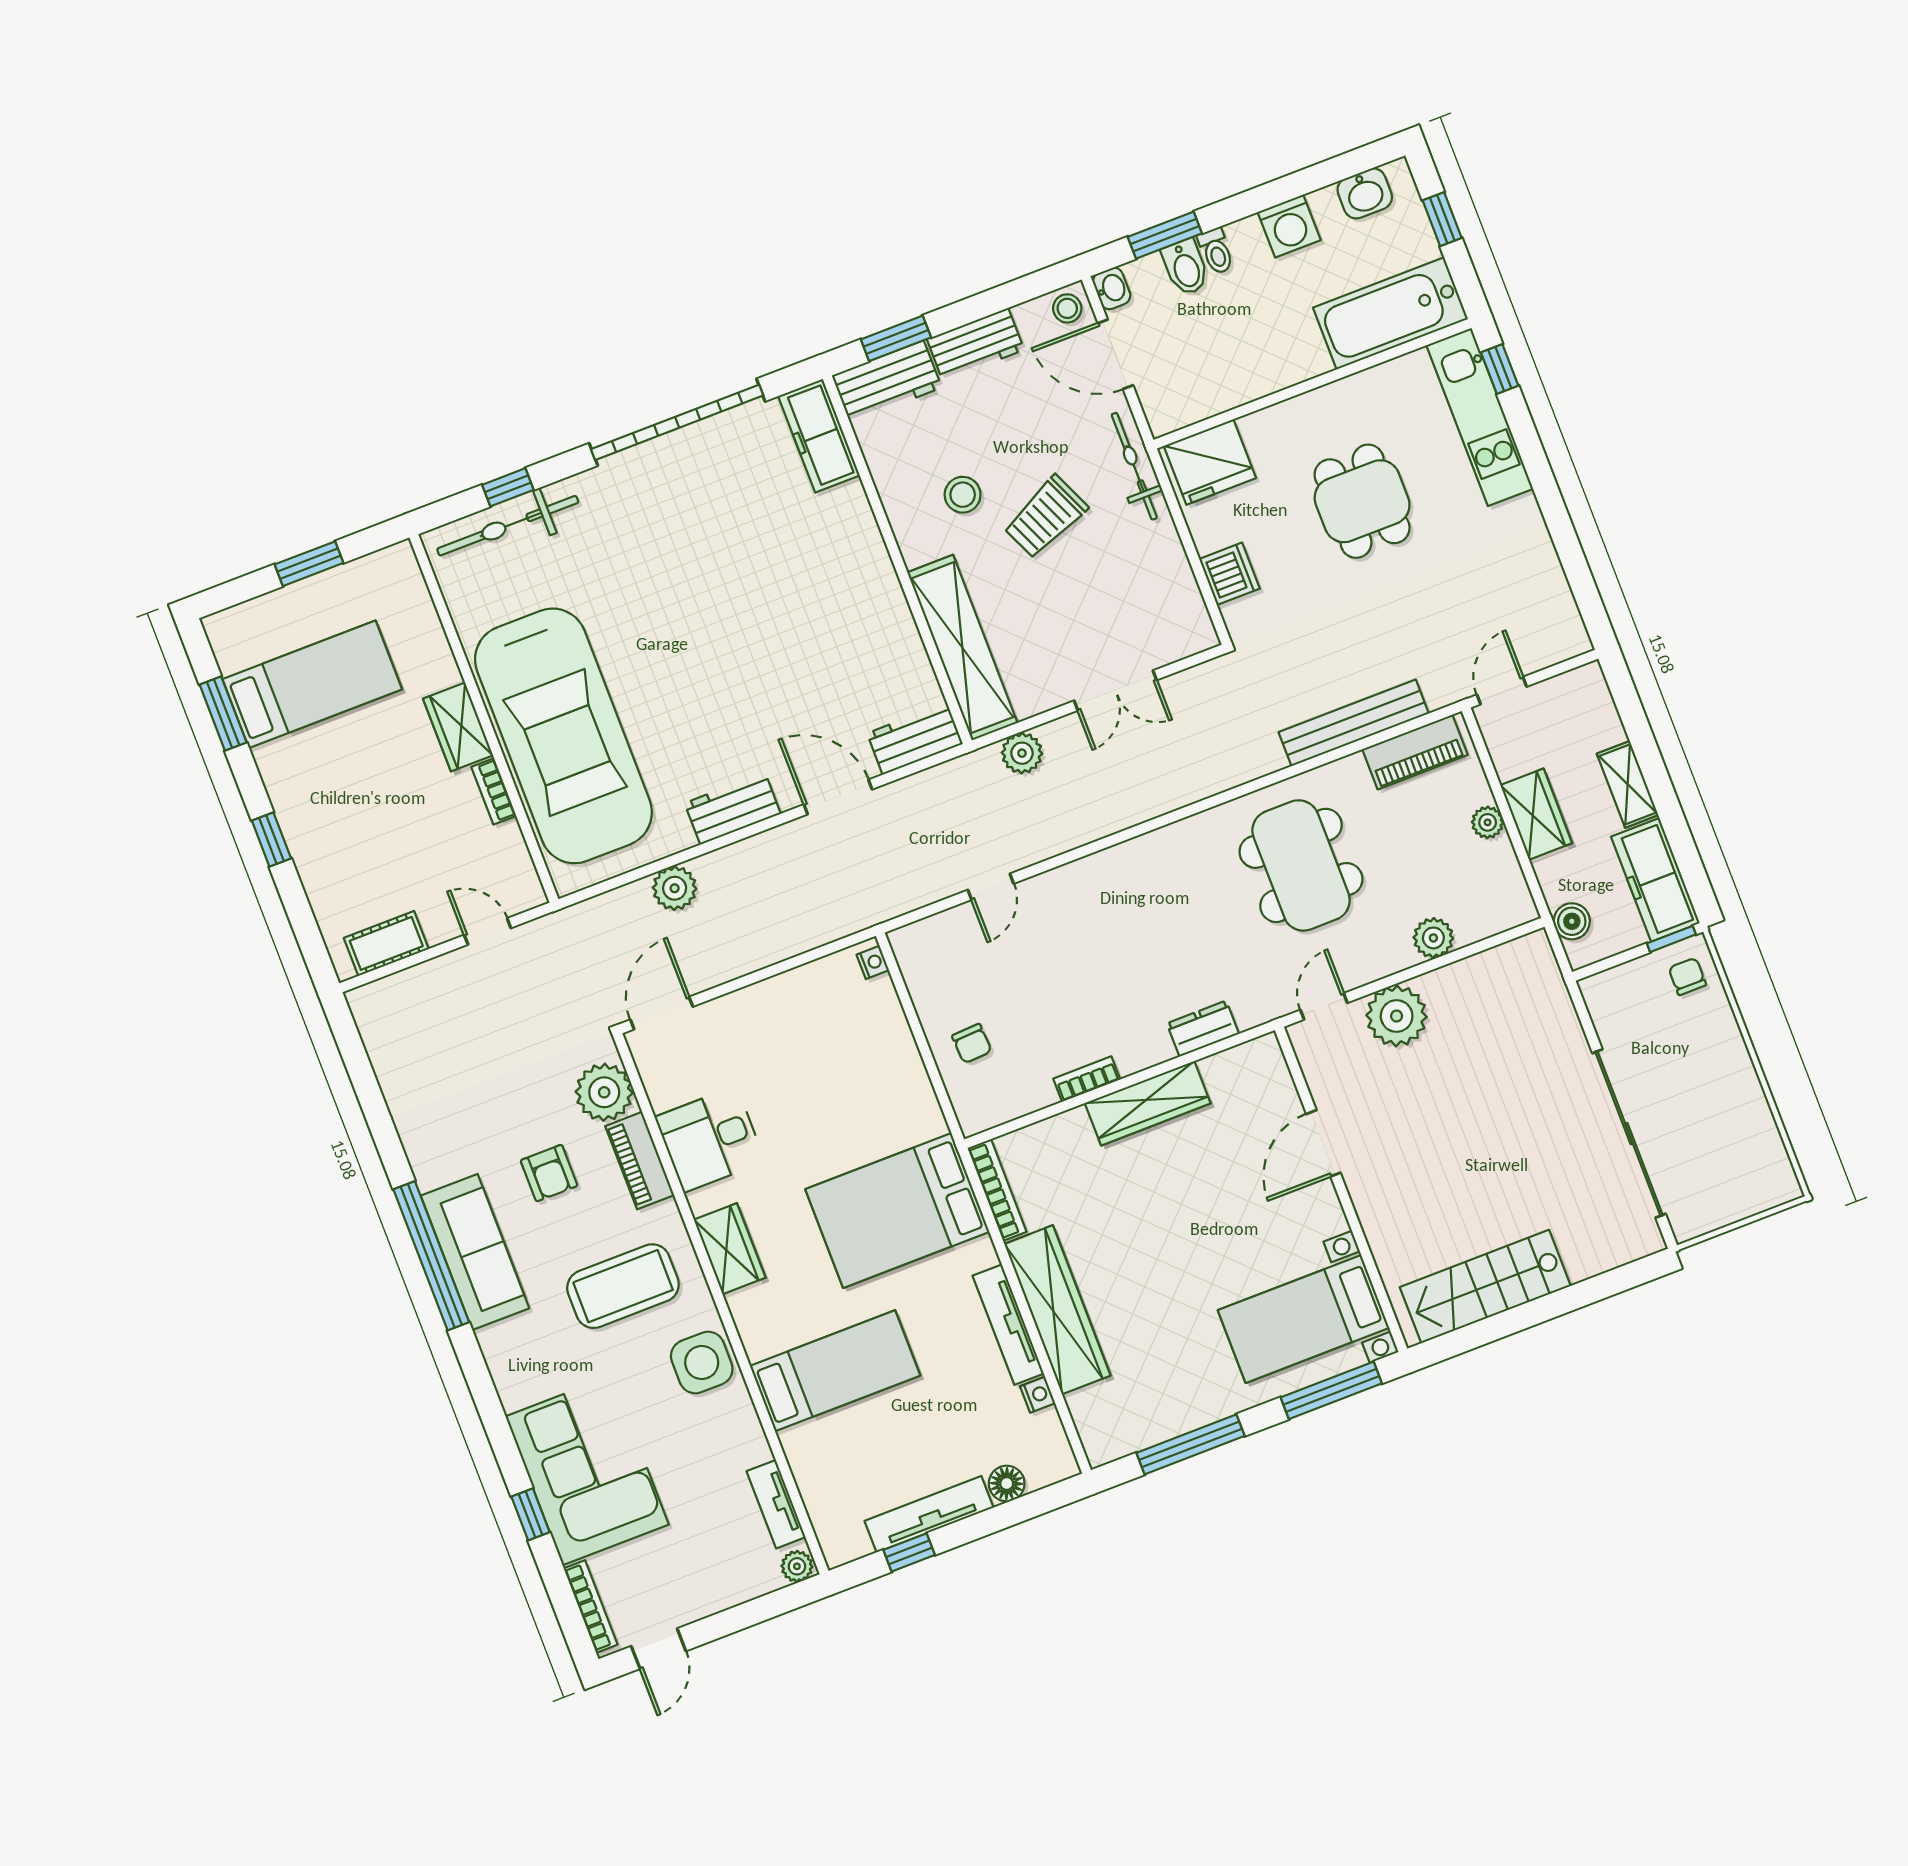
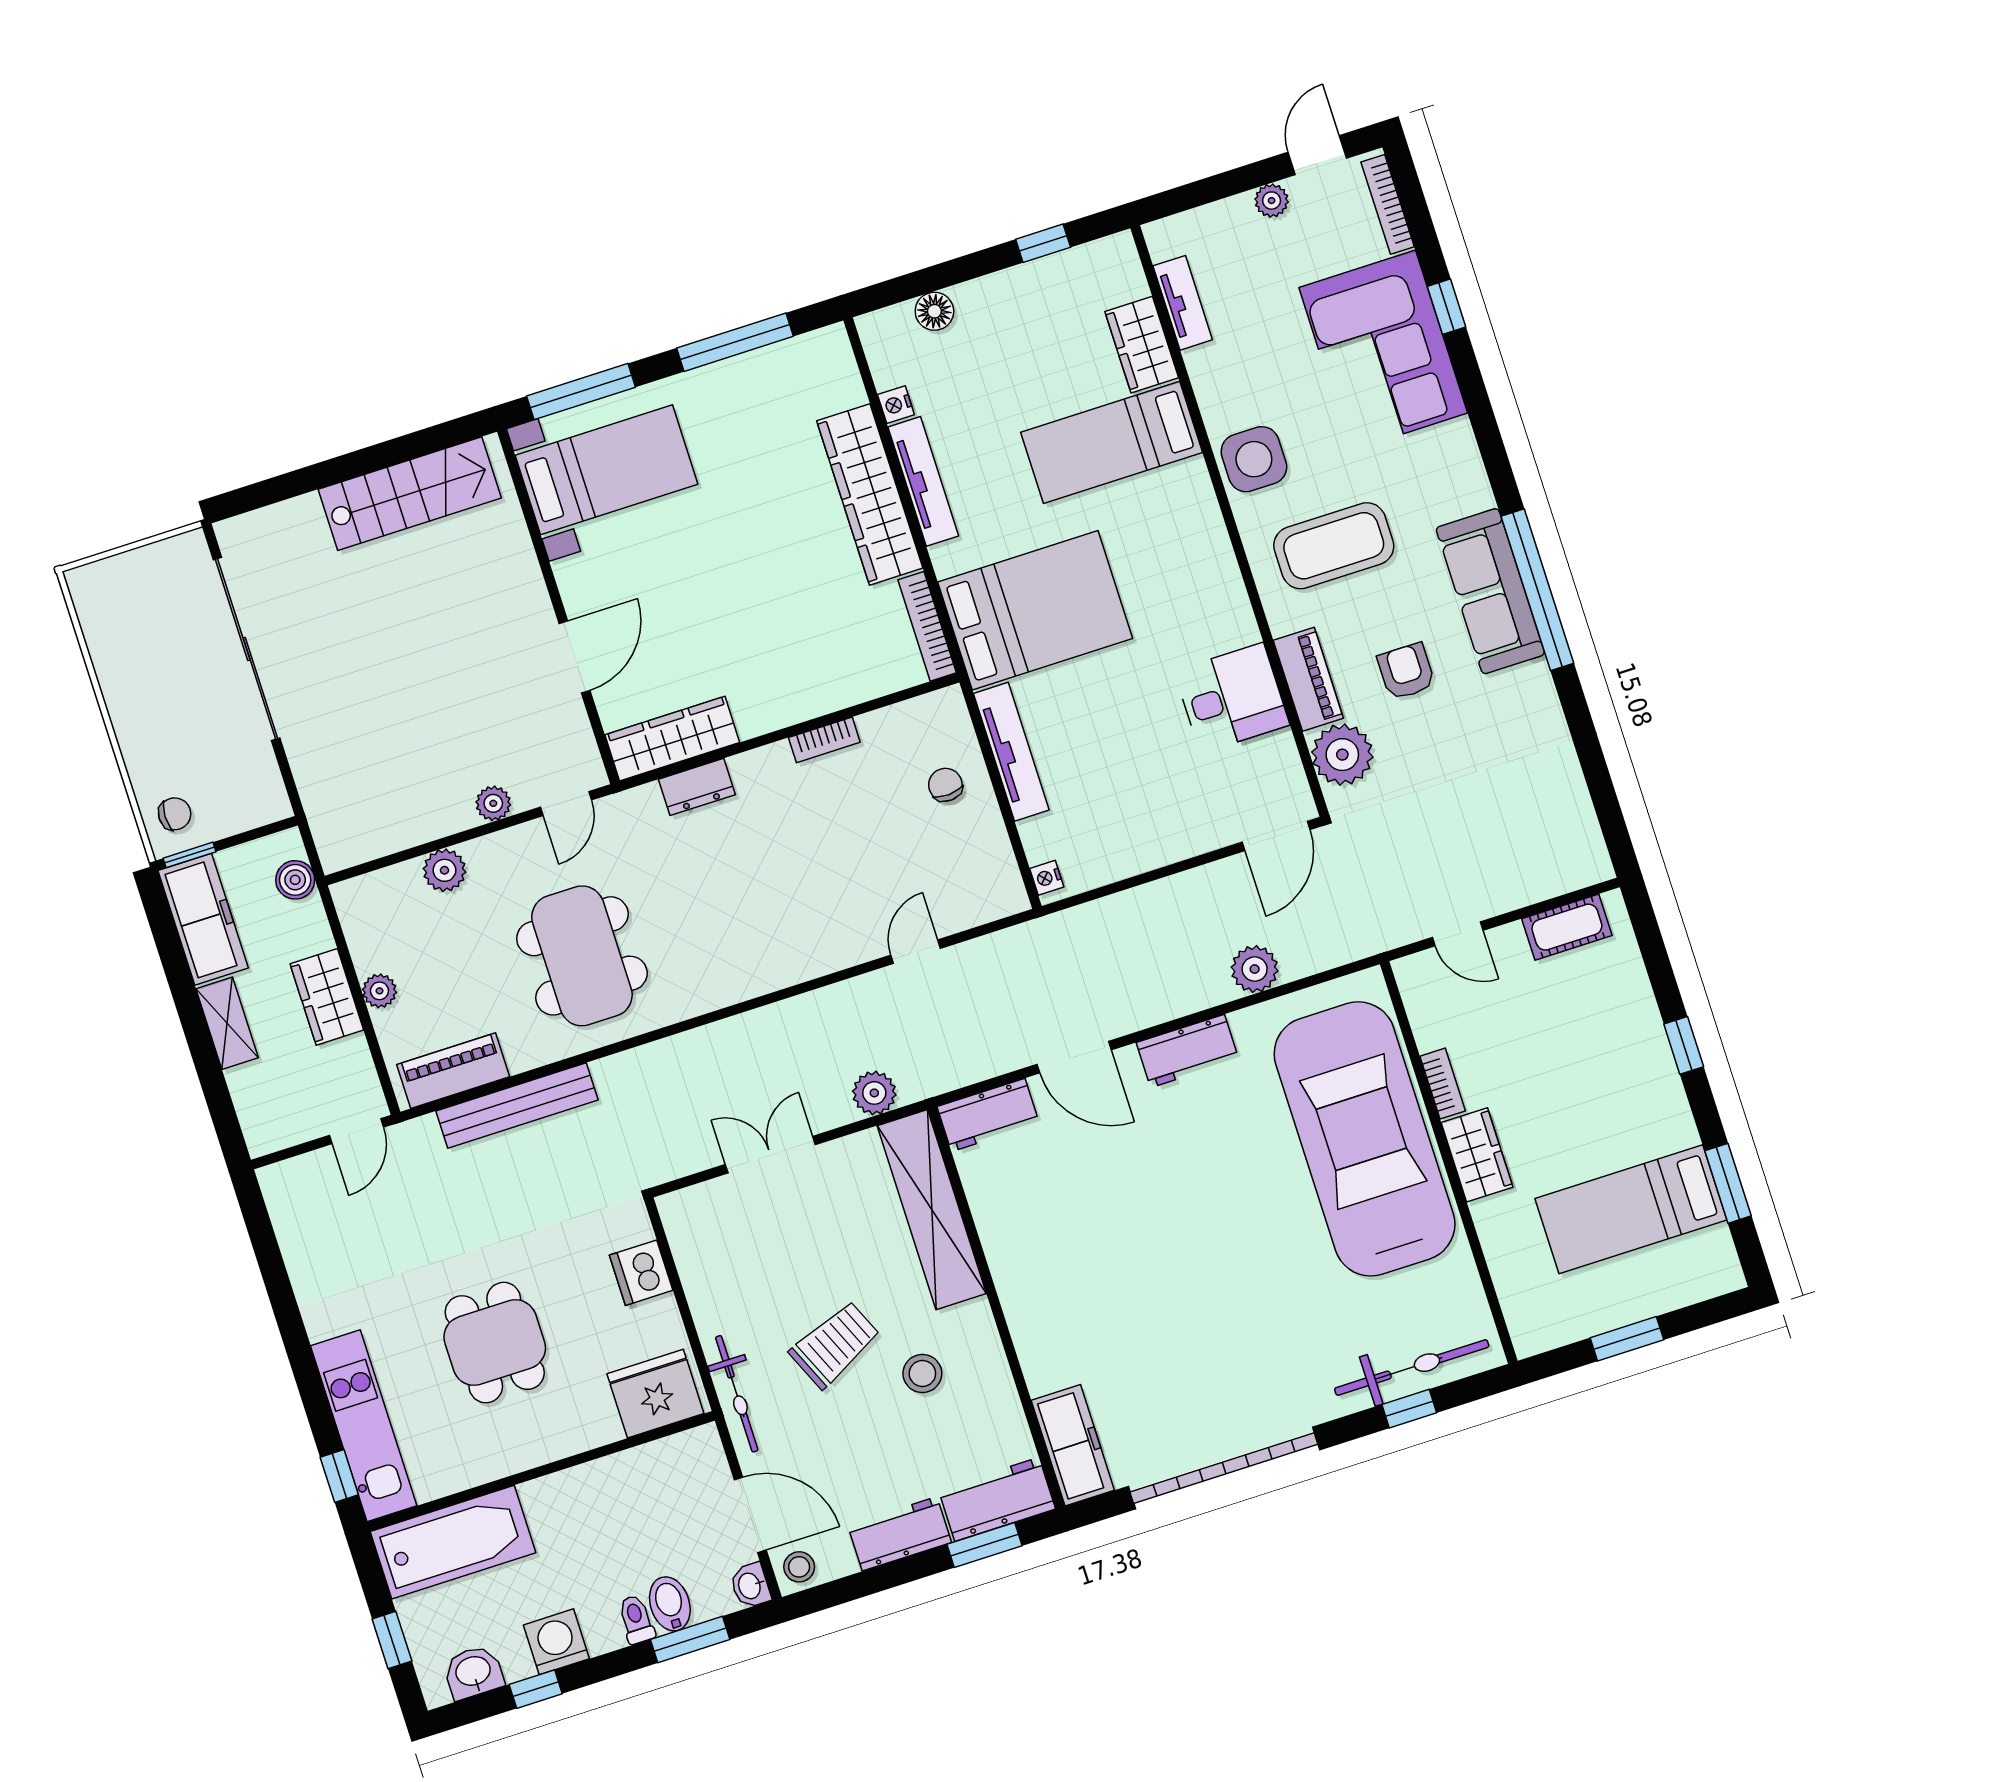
window: (1306, 181) -> (536, 1689), added
chair: (1687, 976) -> (175, 814), turned -90
plant: (1397, 1016) -> (493, 803), width x0.53, depth x0.53
wardrobe: (1148, 1103) -> (672, 739), moved
wardrobe: (730, 1249) -> (1142, 345), moved
tv unit: (929, 1514) -> (1011, 752), moved, turned -90
plant: (797, 1566) -> (1272, 201), moved

